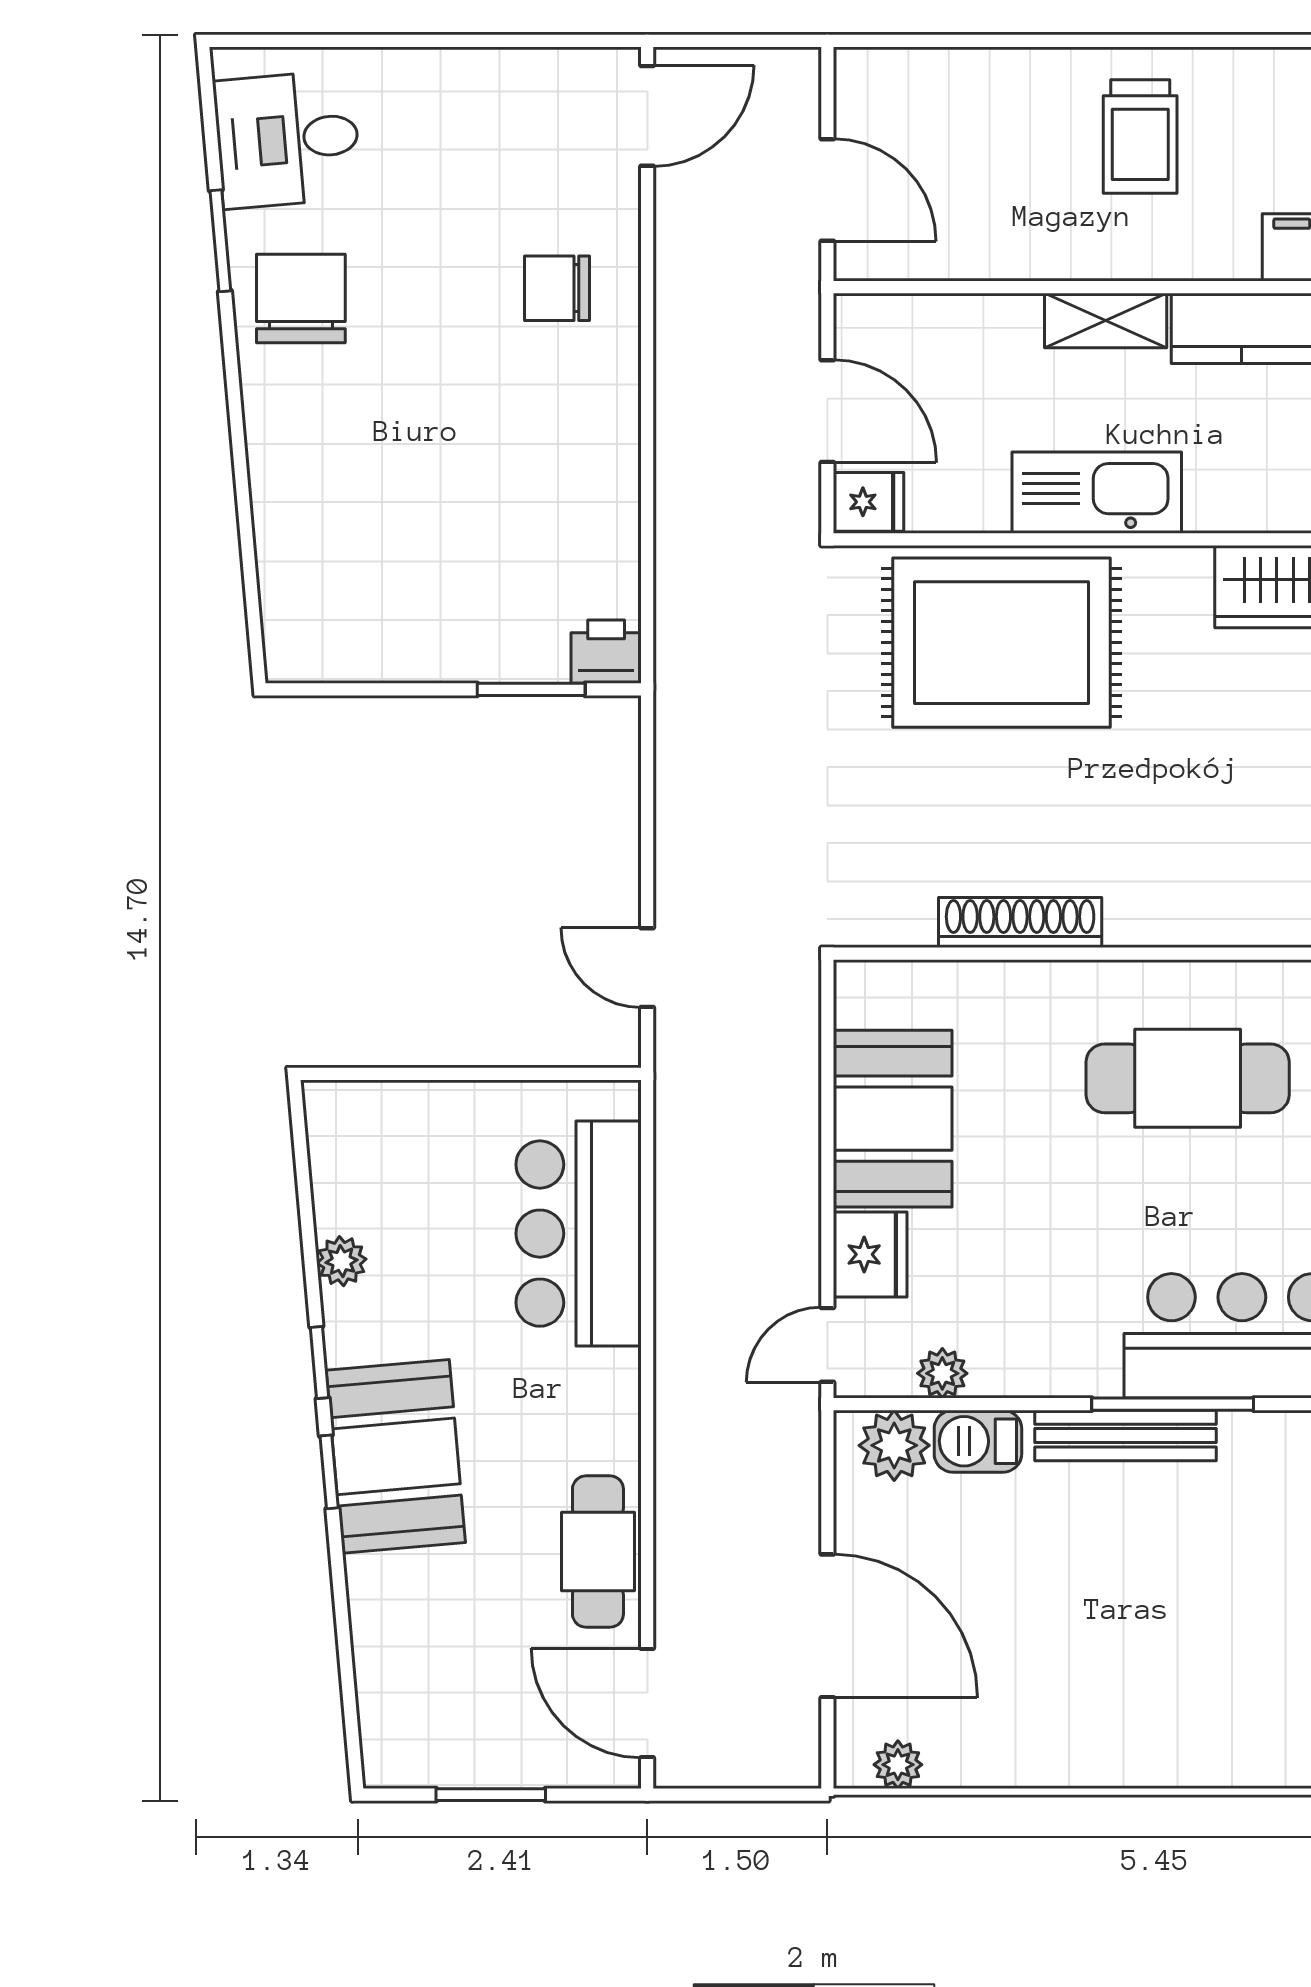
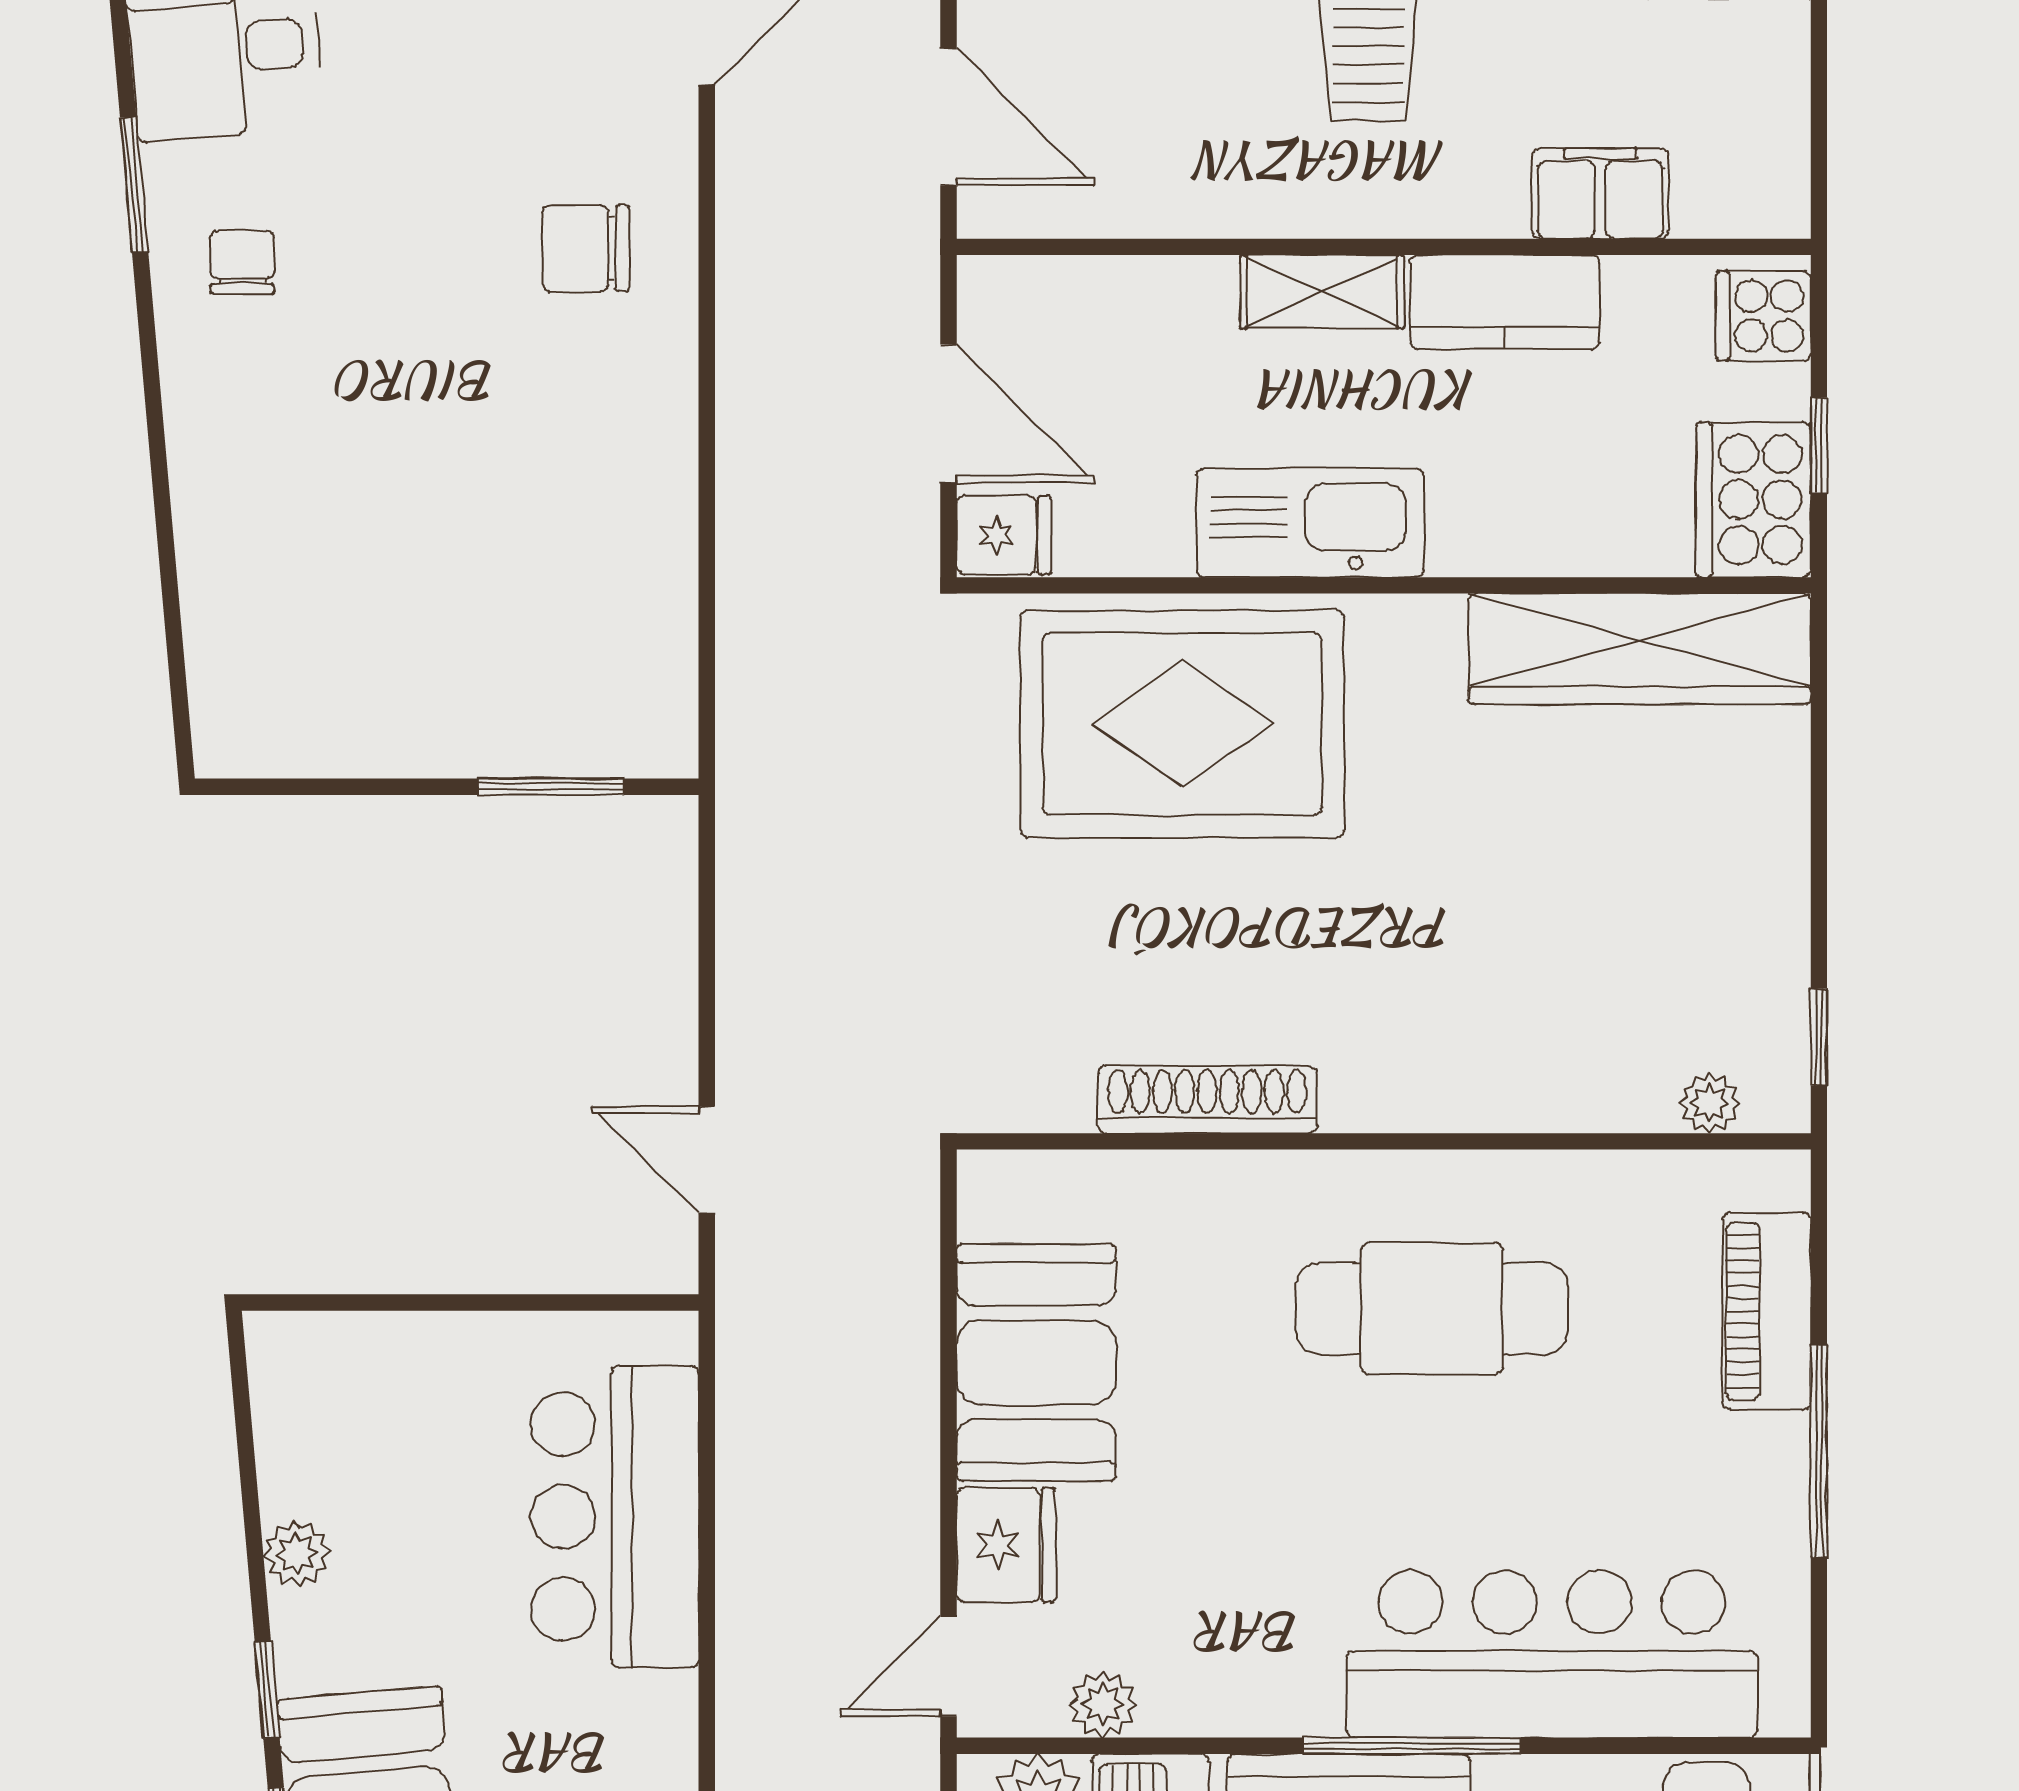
chair: (301, 298) -> (242, 262), width x0.54, depth x0.54
printer: (606, 652) -> (652, 736), removed

